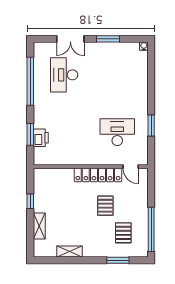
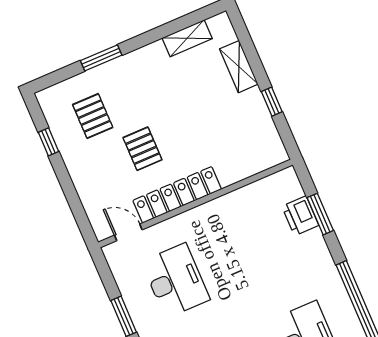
desk: (117, 132) -> (176, 281), turned -90
window: (151, 229) -> (48, 142), width x0.32
shelving: (70, 251) -> (187, 38), moved
window: (118, 260) -> (101, 58), moved

